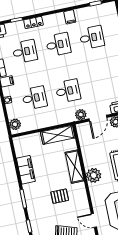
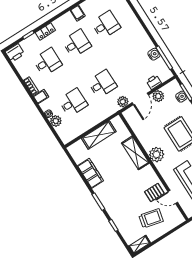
plant: (15, 124) -> (56, 121), moved
shelving: (58, 135) -> (99, 135), moved
pallet: (60, 196) -> (154, 193), moved

